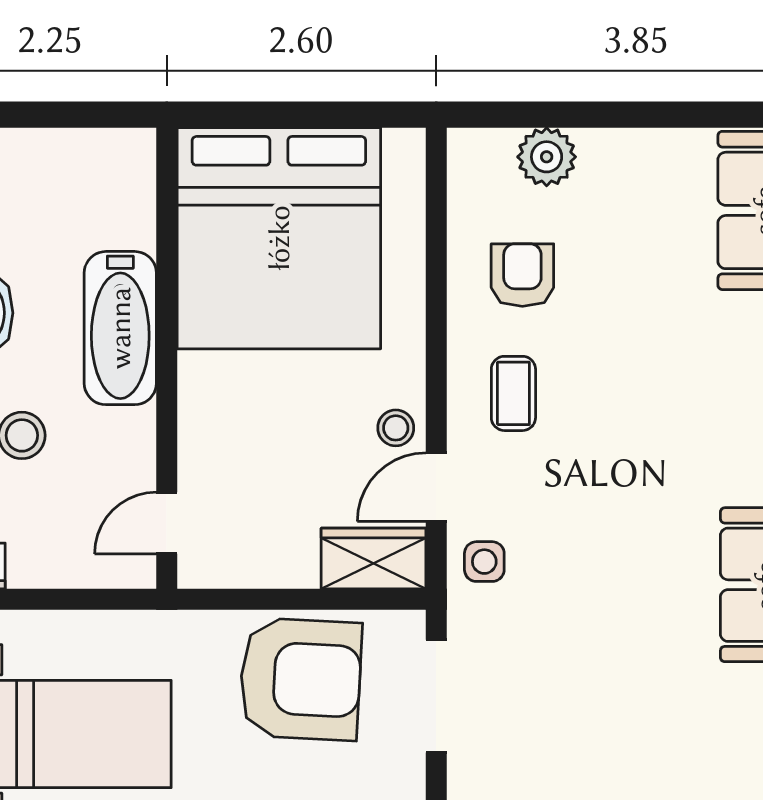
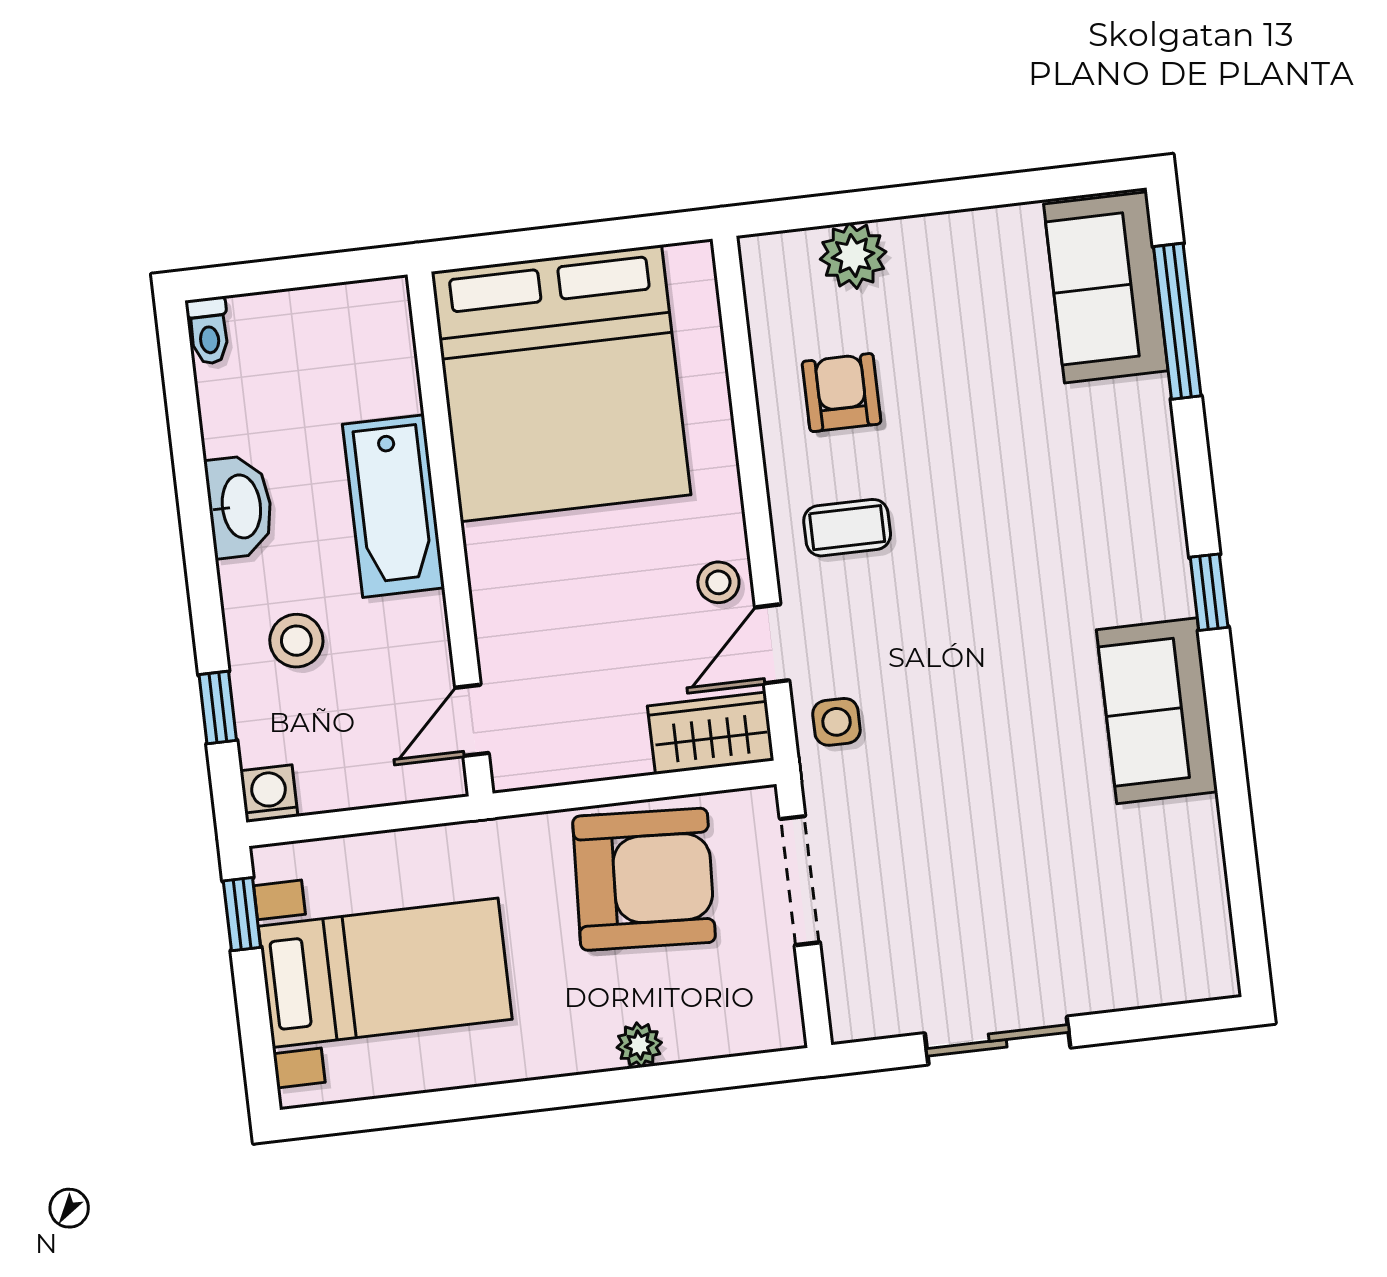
coffee table: (513, 393) -> (847, 528), turned 90

